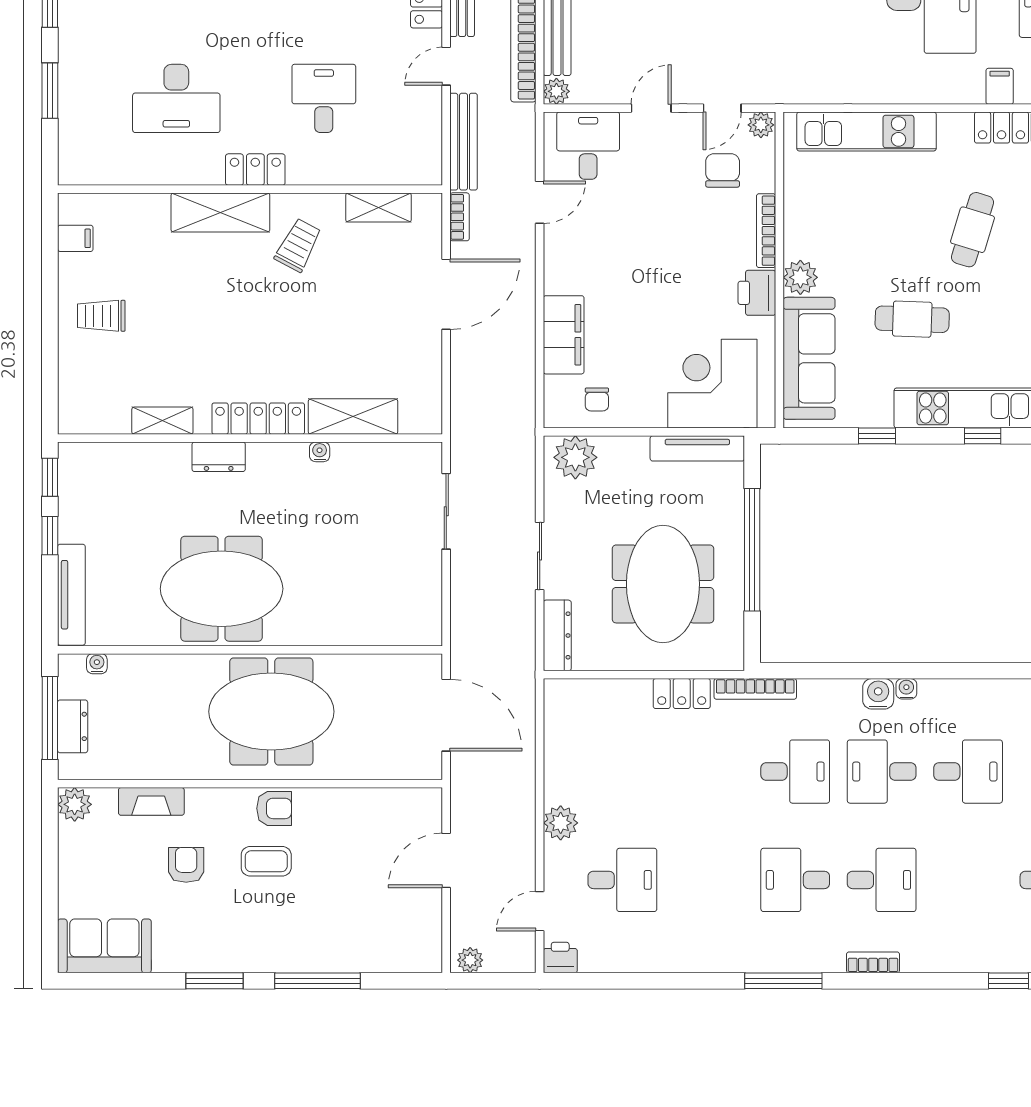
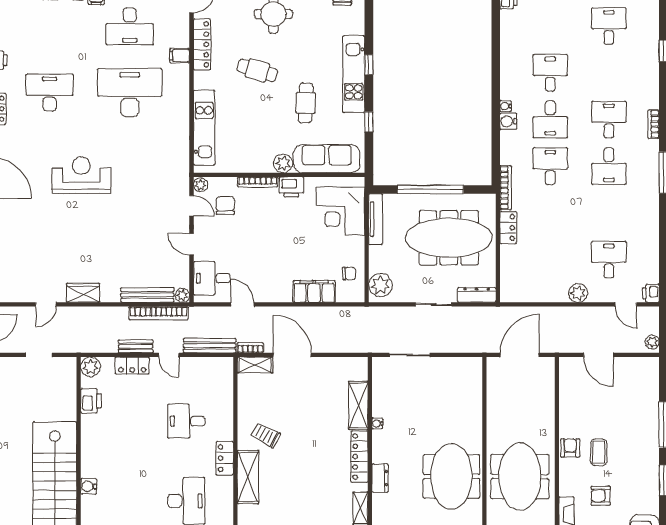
chair: (723, 170) -> (225, 205), turned 90
shelving: (378, 208) -> (255, 365), moved, turned 90
meeting table: (663, 584) -> (449, 238), width x1.36
meeting table: (271, 712) -> (520, 477), moved

